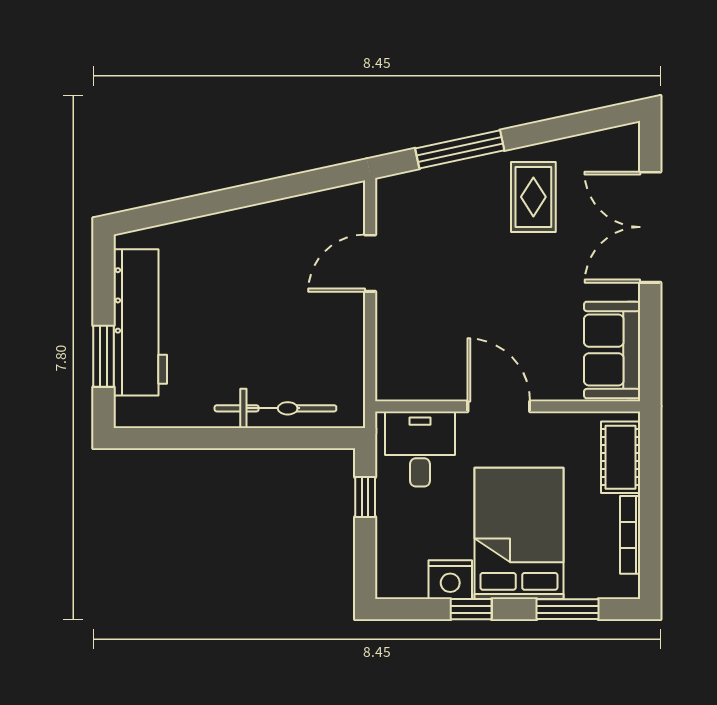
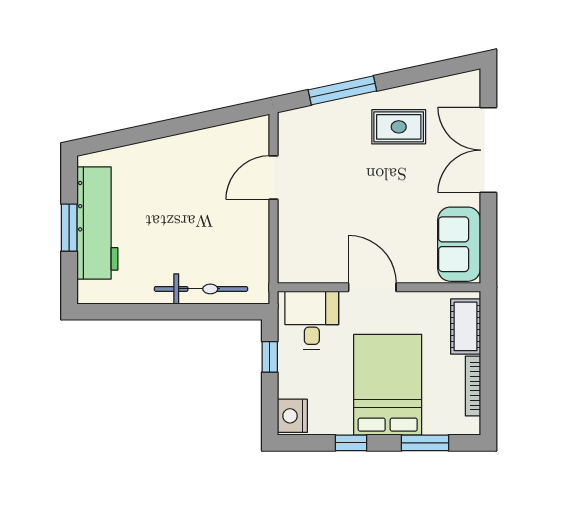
rug: (533, 197) -> (399, 127), turned 90
window: (104, 356) -> (69, 228), moved
nightstand: (450, 580) -> (292, 416), moved, turned 90

